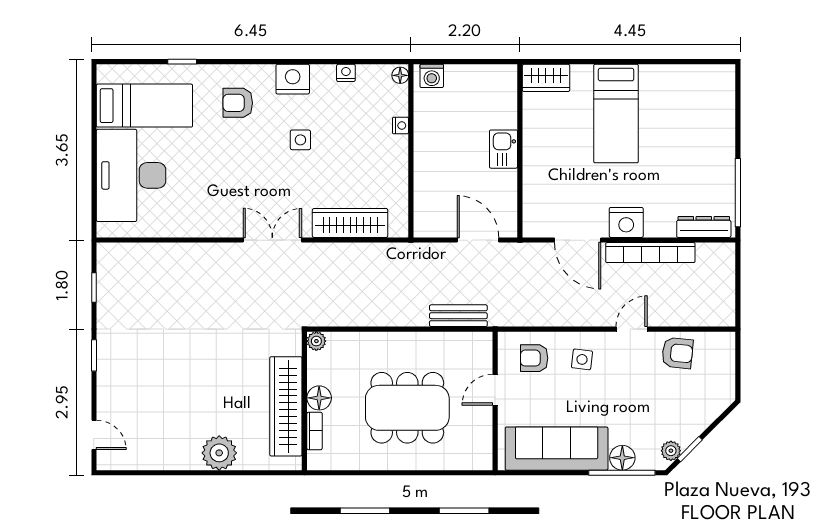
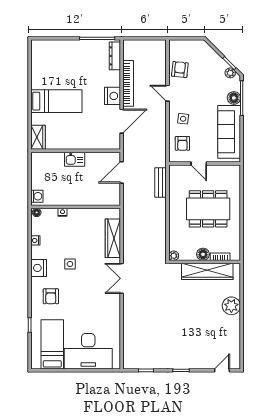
dining table: (407, 408) -> (208, 209), turned 90

